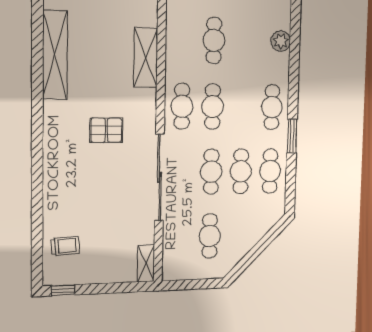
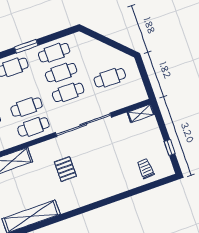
window: (63, 290) -> (170, 148), moved

